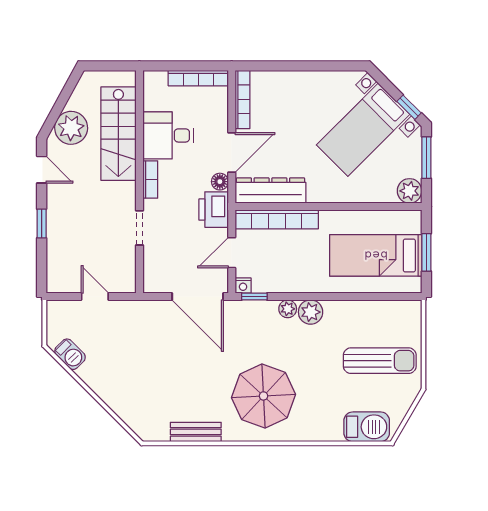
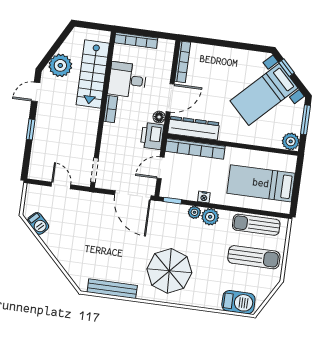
bookcase: (198, 78) -> (136, 40), moved
window: (409, 107) -> (287, 68), moved
door: (42, 170) -> (36, 92), swing flipped
doorway: (139, 228) -> (95, 170), moved
window: (426, 252) -> (297, 186), removed
nightstand: (243, 286) -> (204, 197), moved
sun lounger: (377, 315) -> (256, 225), added
bench: (196, 432) -> (112, 289), width x1.36

